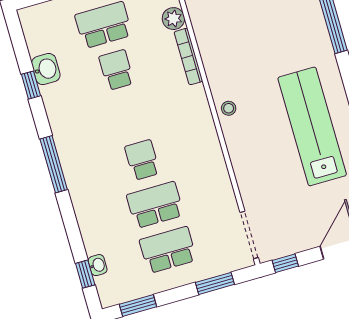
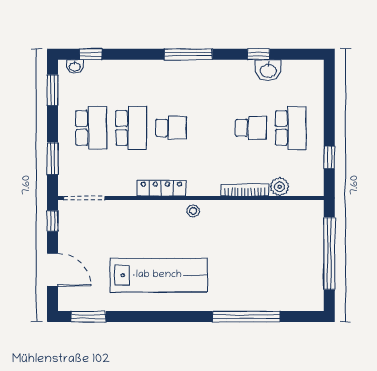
locker: (213, 151) -> (161, 188), added
washbasin: (98, 265) -> (75, 67), moved

